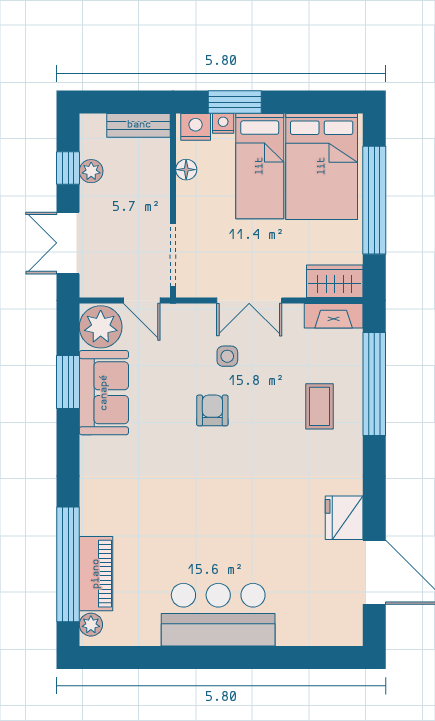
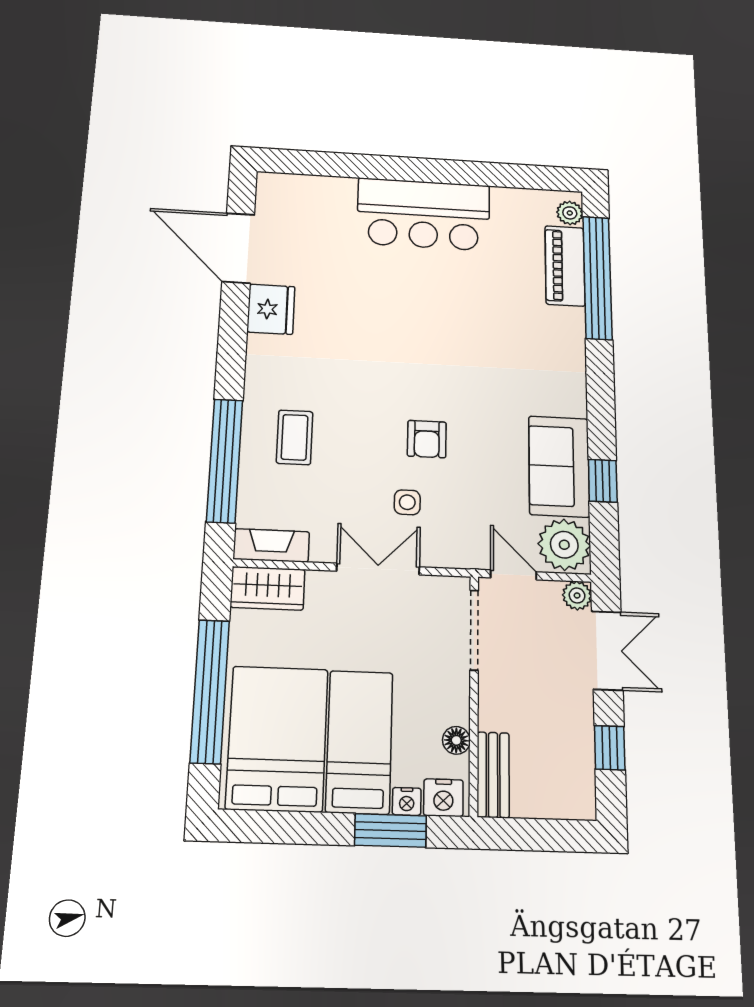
bench: (139, 125) -> (493, 775), moved, turned 90
plant: (91, 171) -> (577, 595), moved
window: (68, 382) -> (603, 481), width x0.67

